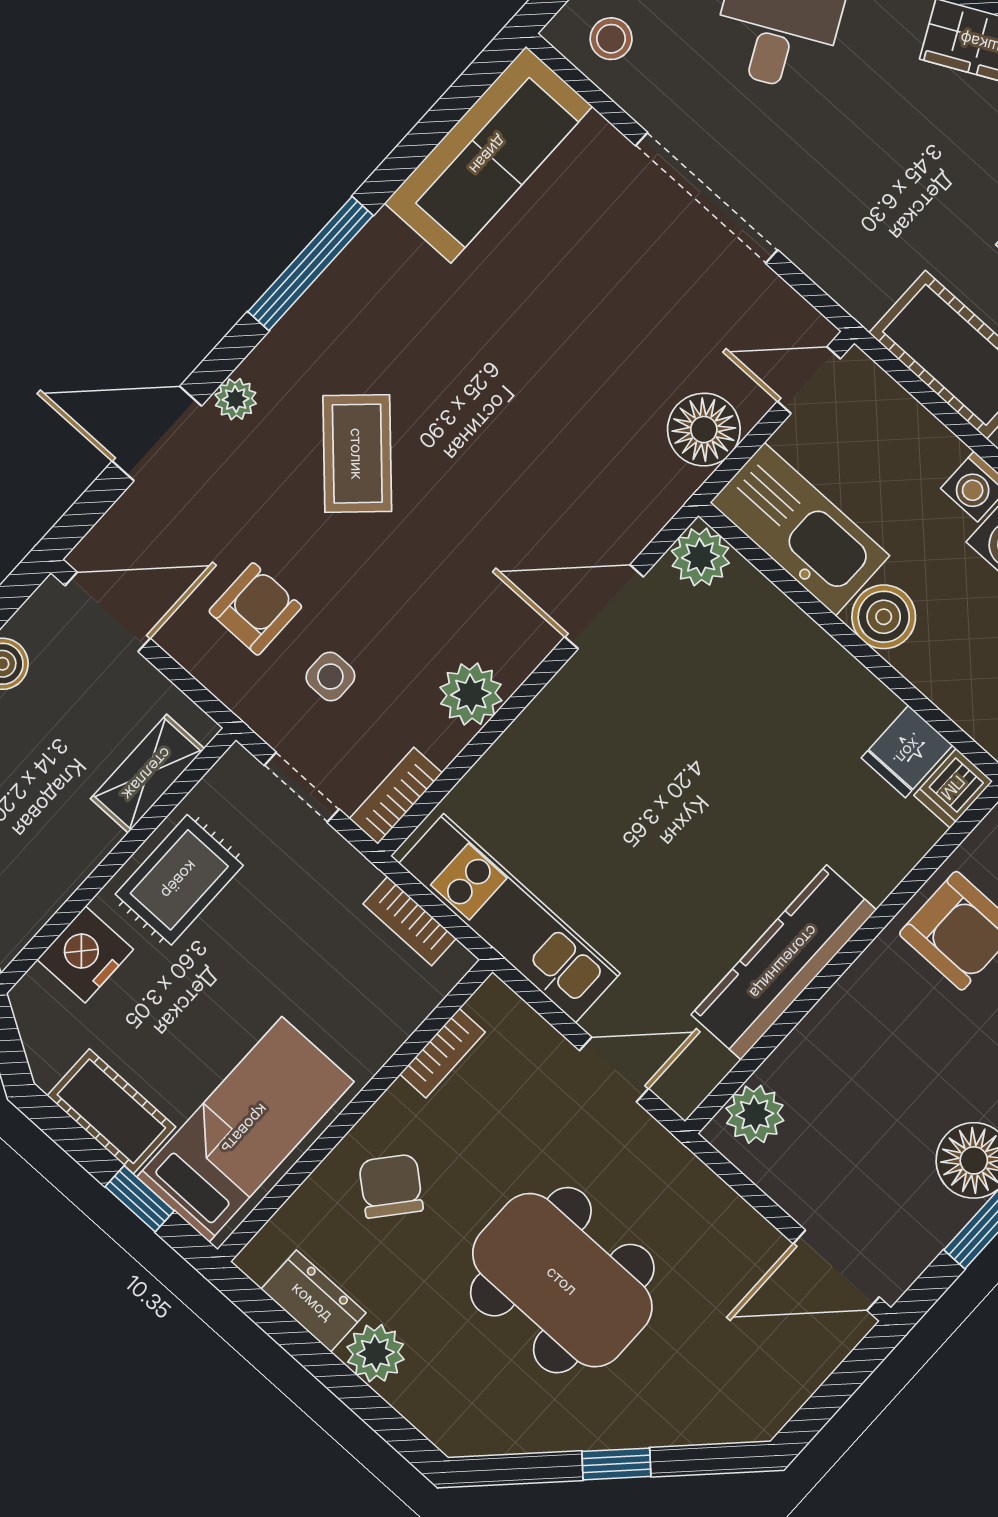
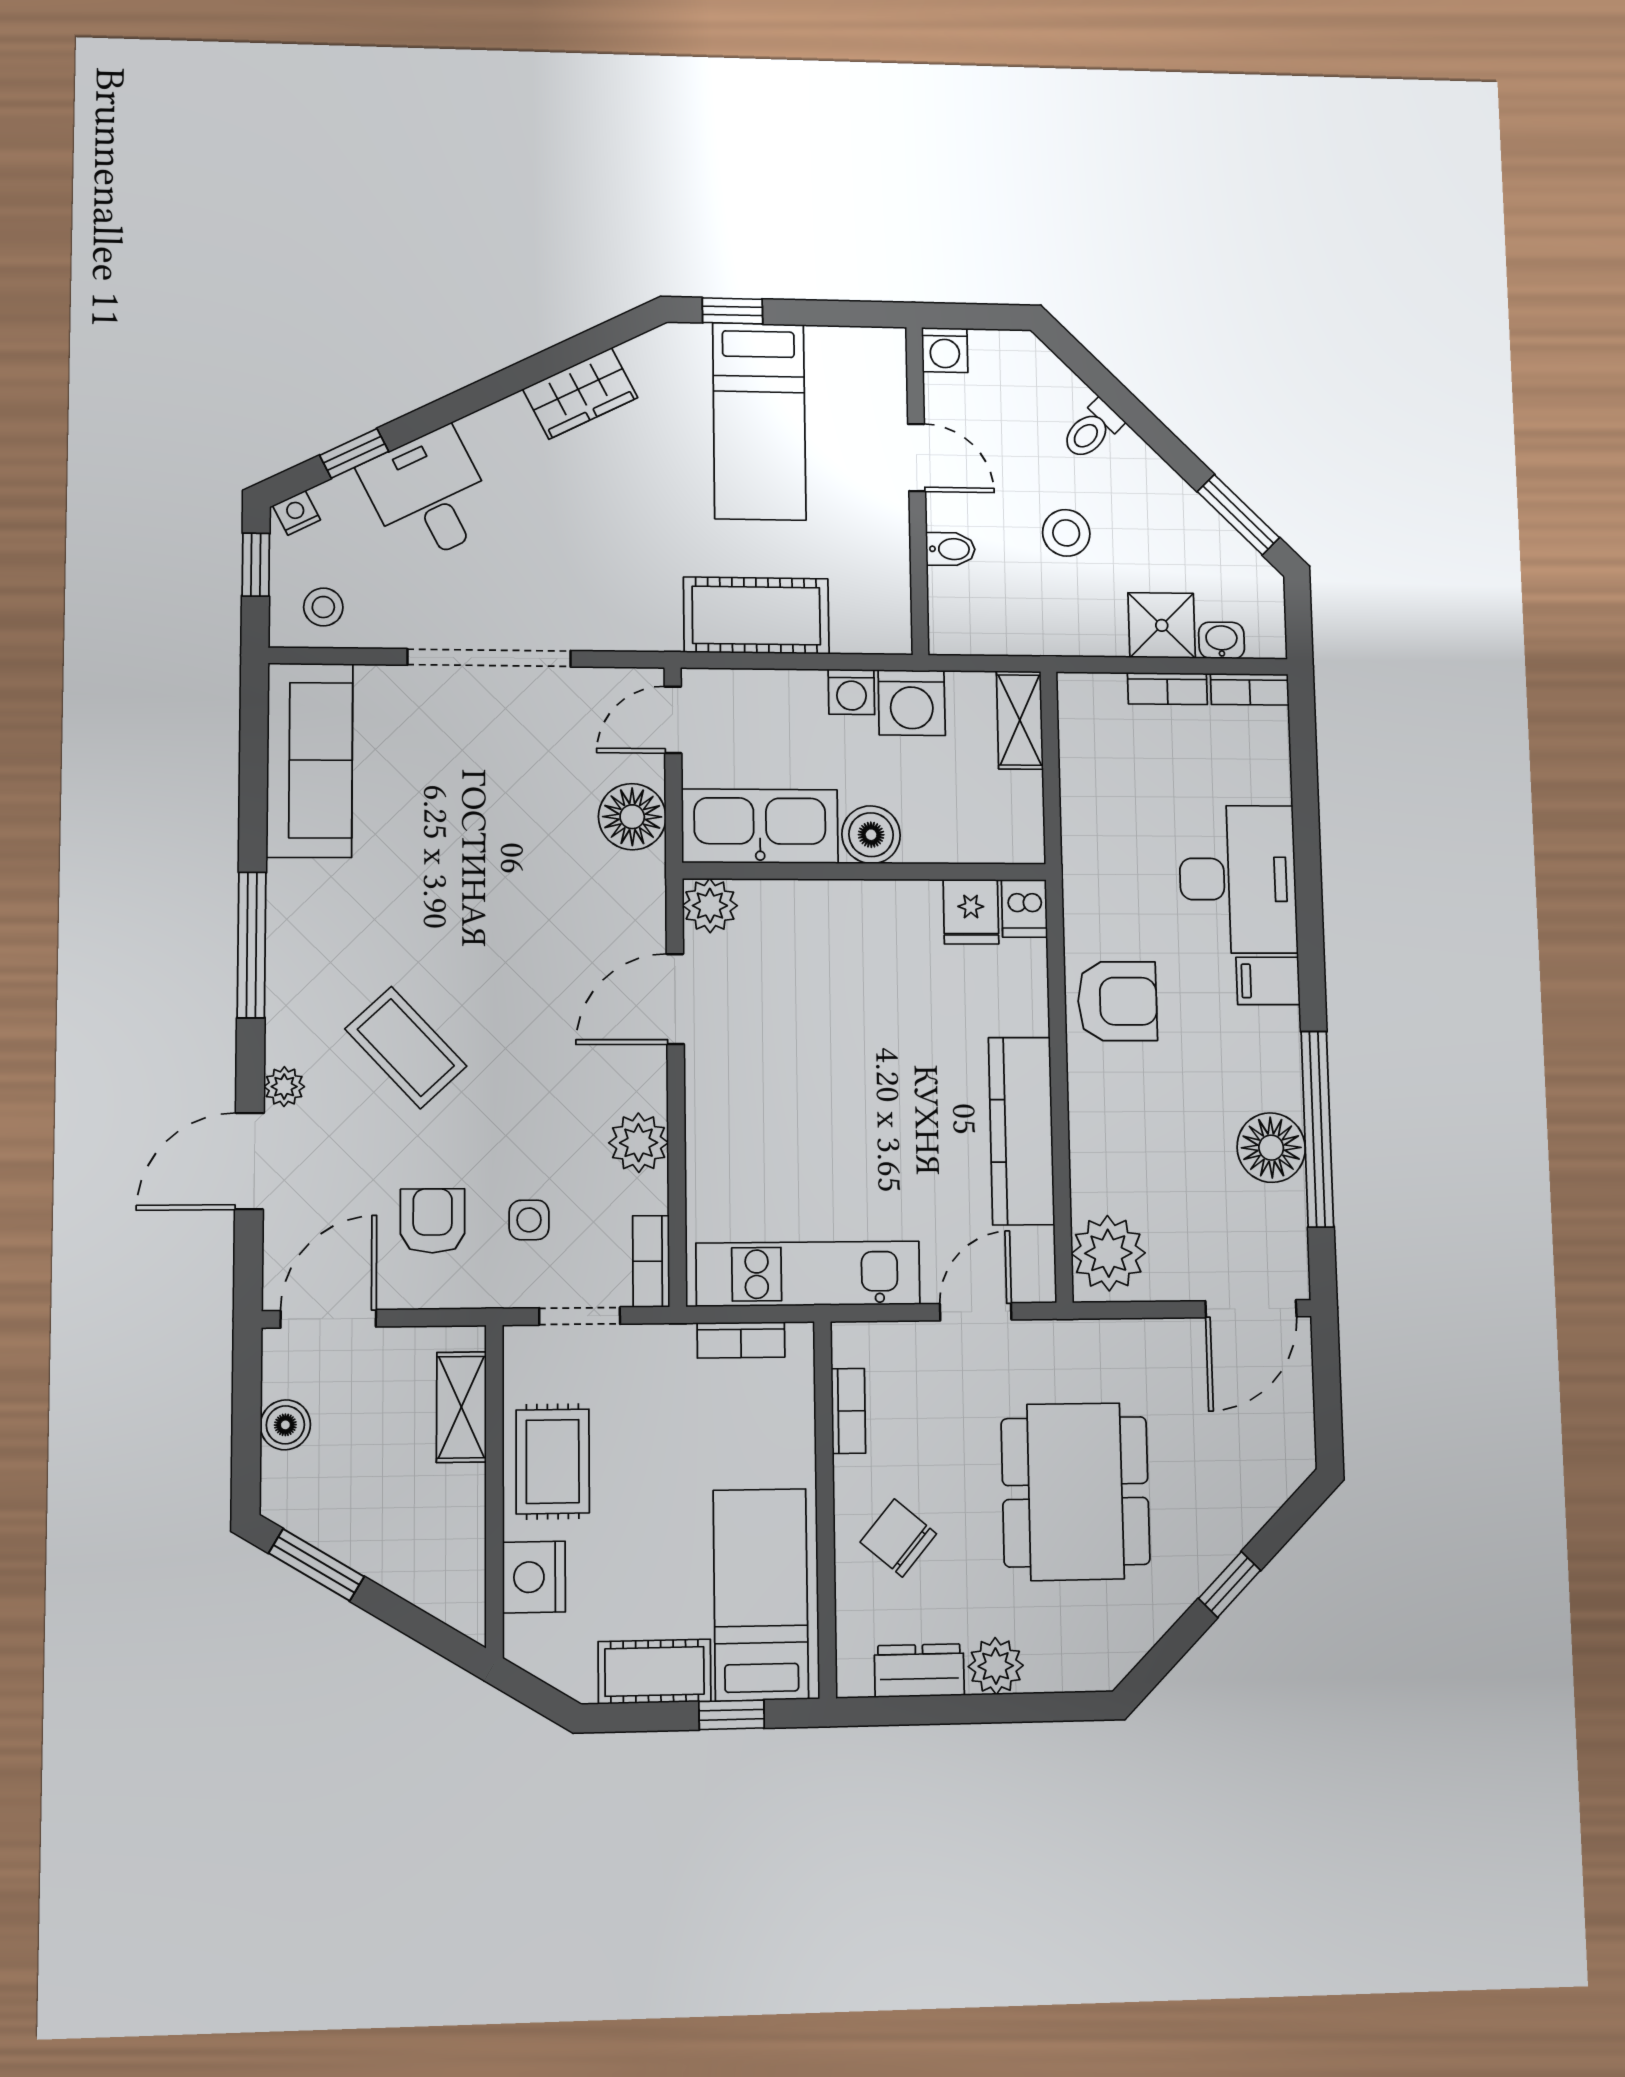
plant: (755, 1114) -> (1108, 1253), width x1.36, depth x1.36
dining table: (562, 1280) -> (1075, 1492), turned 90

